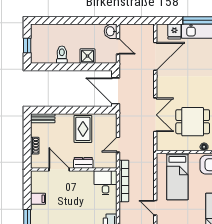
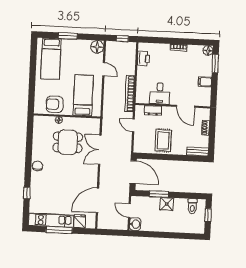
toilet: (62, 55) -> (192, 206), moved
shower: (87, 56) -> (167, 204), moved
window: (85, 67) -> (159, 194), added
door: (118, 145) -> (133, 125), swing flipped
dresser: (83, 163) -> (153, 110), moved
desk: (106, 183) -> (160, 93), moved

